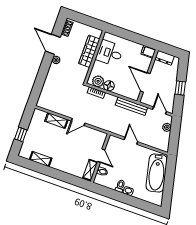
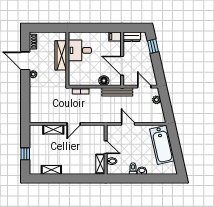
plant: (98, 81) -> (79, 80), removed
floor lamp: (109, 86) -> (104, 81), moved
window: (180, 88) -> (153, 46), moved

